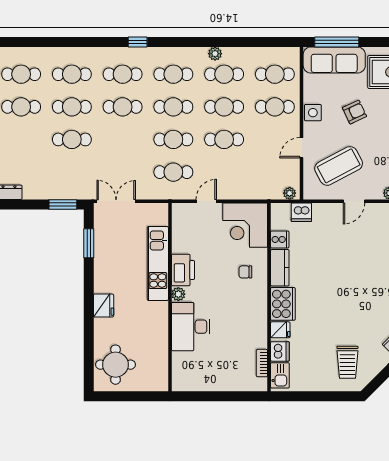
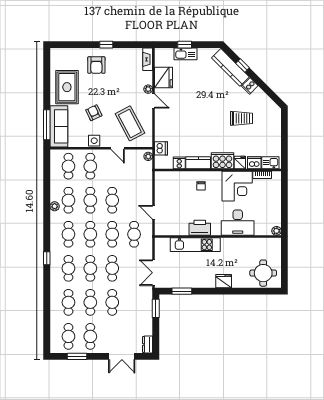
cafe table: (123, 139) -> (112, 268), added
door: (354, 201) -> (154, 101), moved
corner desk: (245, 225) -> (237, 186), moved
plant: (178, 294) -> (277, 231), moved
trolley: (347, 362) -> (241, 118), moved

